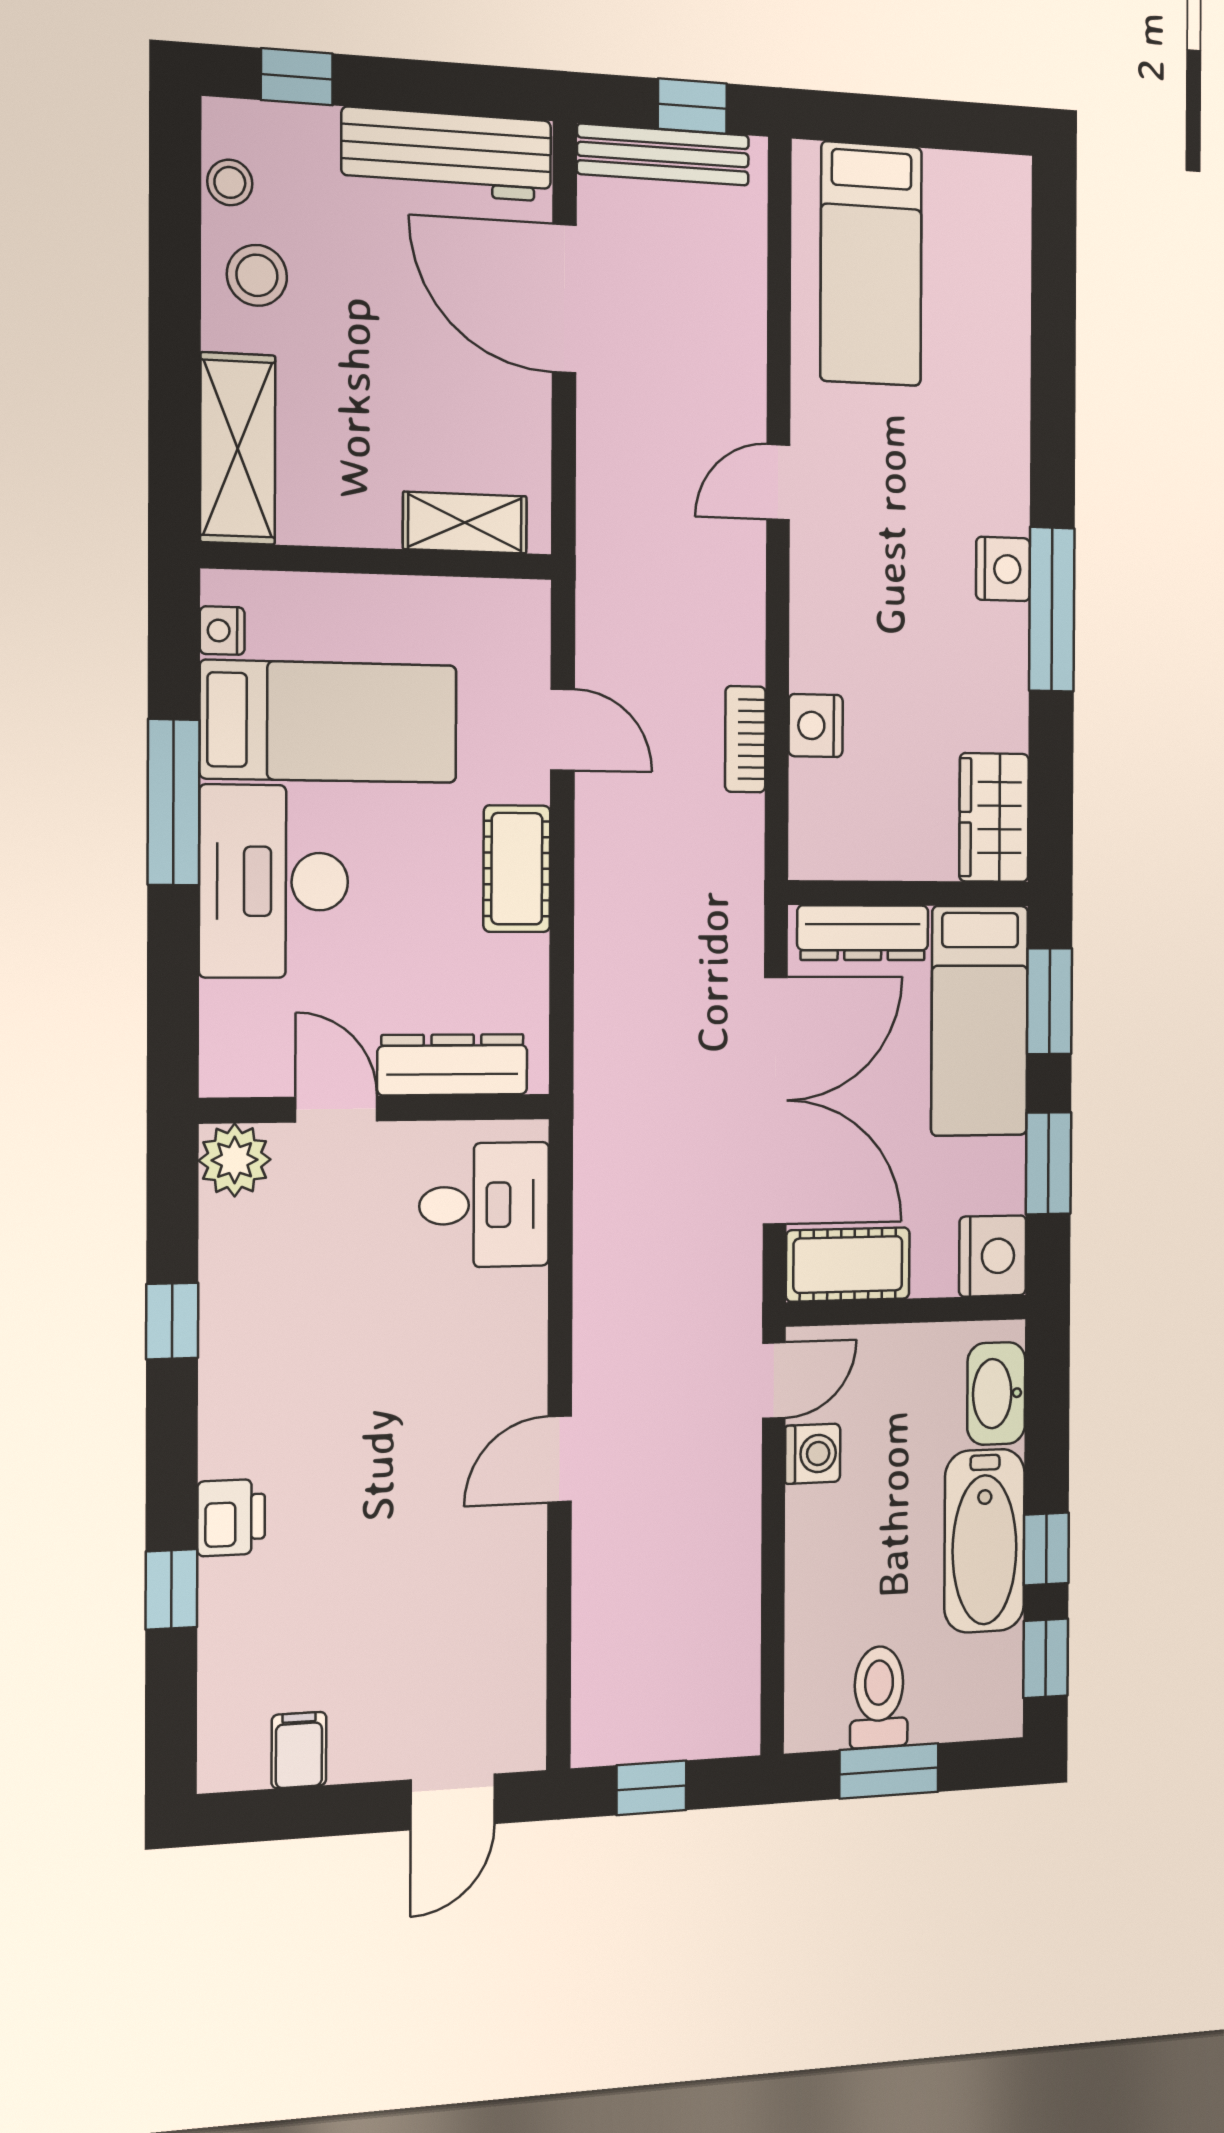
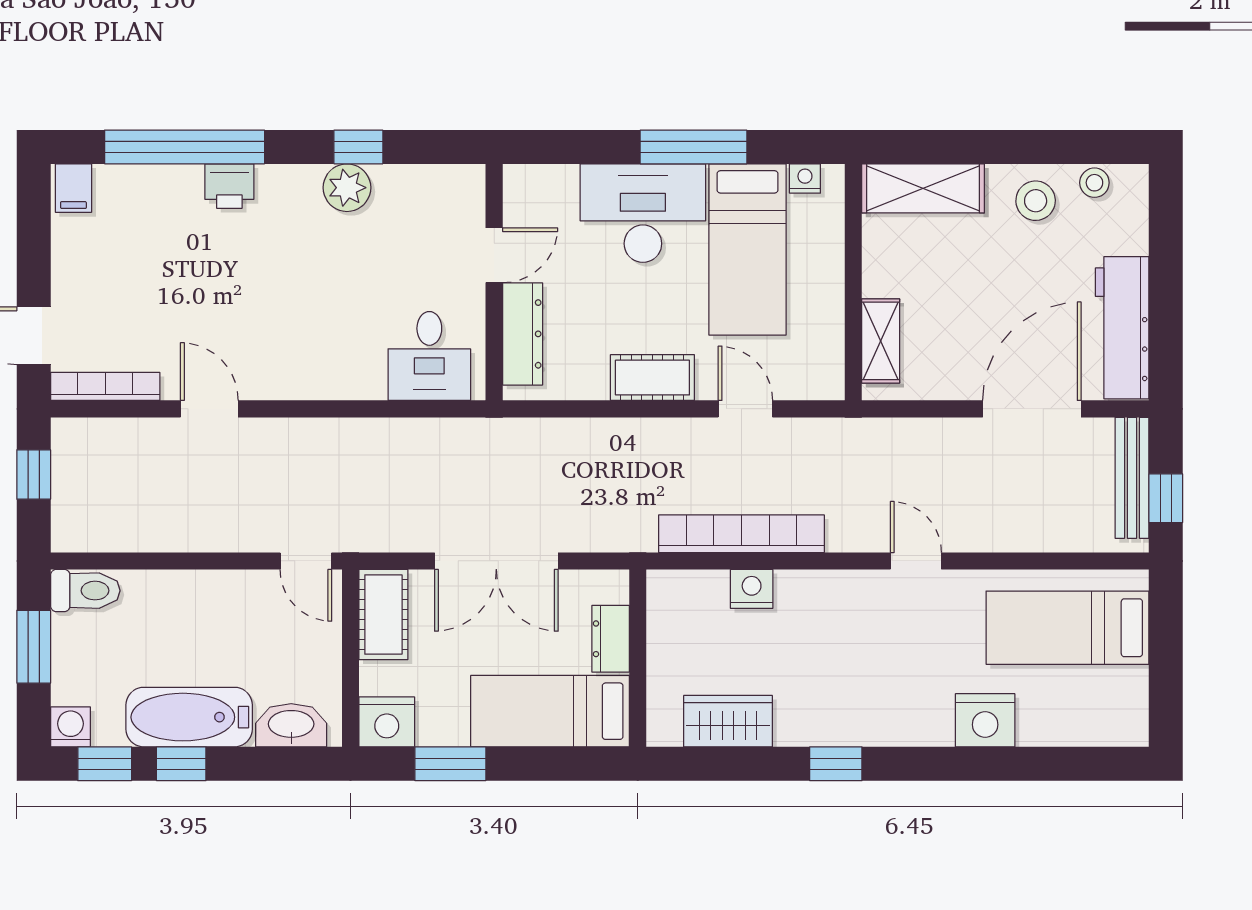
window: (297, 77) -> (1166, 227), removed
nightstand: (1003, 569) -> (985, 720), moved, width x1.36, depth x1.33
window: (1052, 609) -> (836, 764), width x0.46
door: (563, 730) -> (745, 409), swing flipped
bookcase: (745, 739) -> (741, 534), width x2.31, depth x1.31
wardrobe: (994, 818) -> (728, 721), moved
dresser: (863, 933) -> (611, 639), width x0.70
window: (1049, 1001) -> (563, 764), removed
double door: (775, 1101) -> (496, 561), width x0.73
plant: (235, 1160) -> (347, 188), moved
washing machine: (813, 1454) -> (71, 727), moved, turned 180
door: (560, 1459) -> (209, 409), moved
window: (171, 1589) -> (185, 147), width x3.17
bookcase: (526, 1690) -> (105, 386), added
toilet: (879, 1697) -> (85, 591), moved
filing cabinet: (299, 1750) -> (73, 188), moved, turned 90

